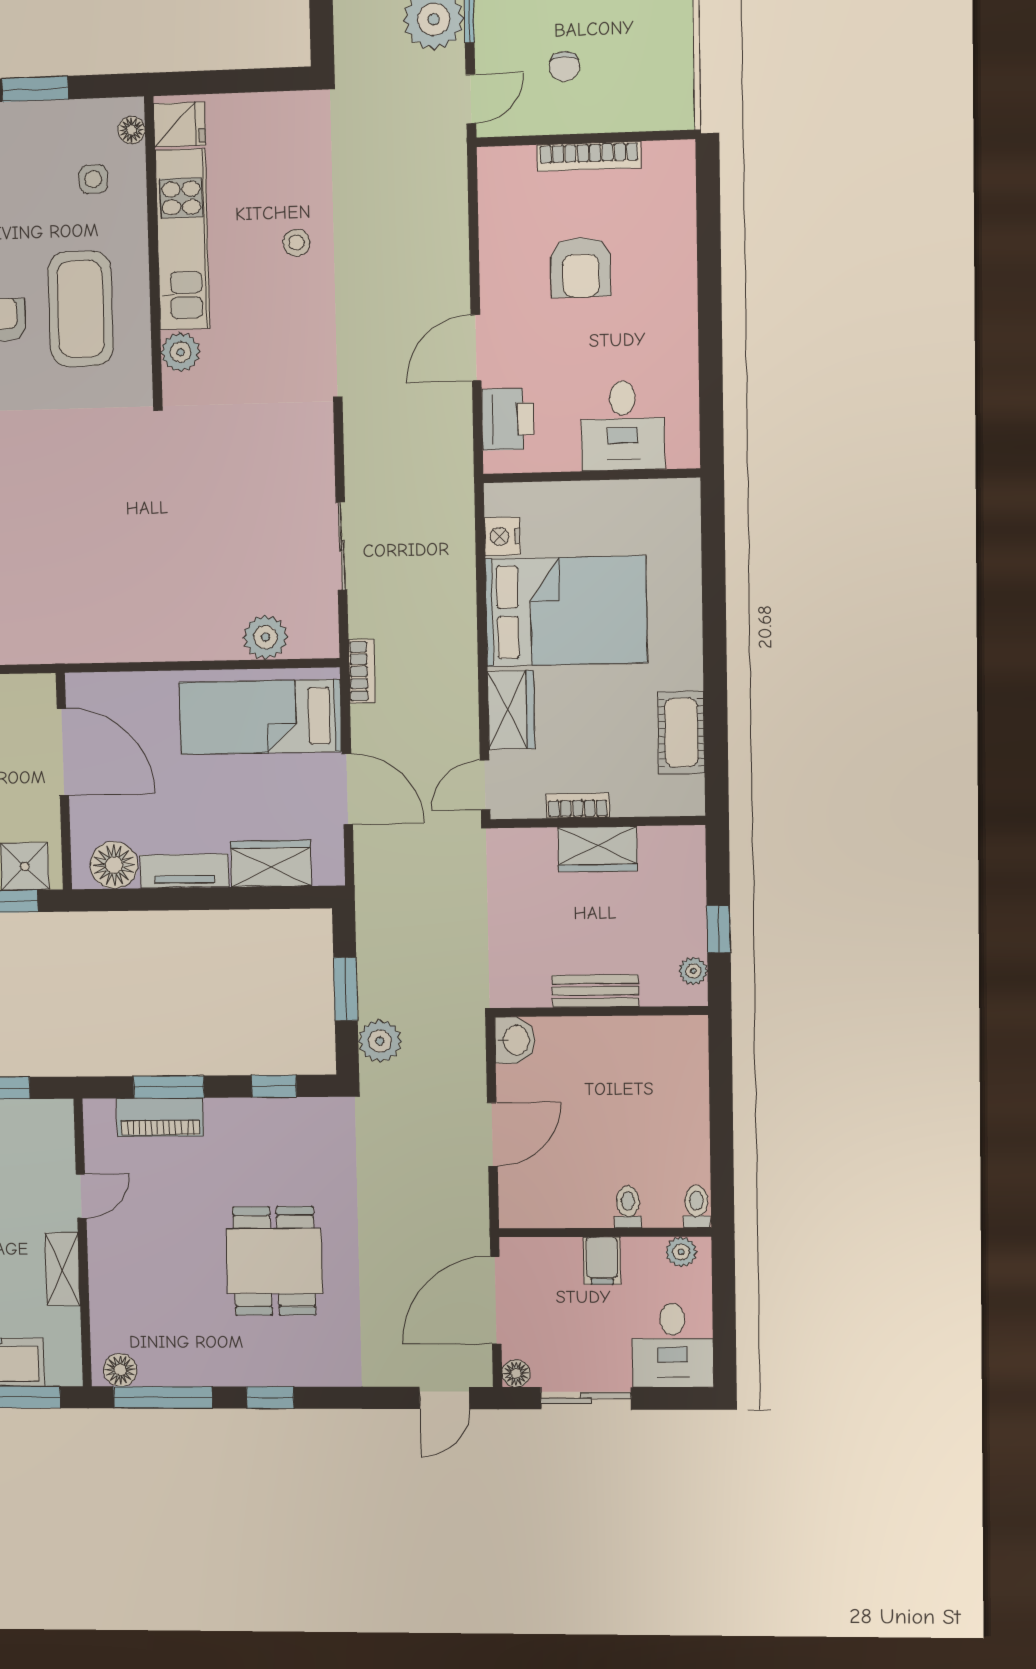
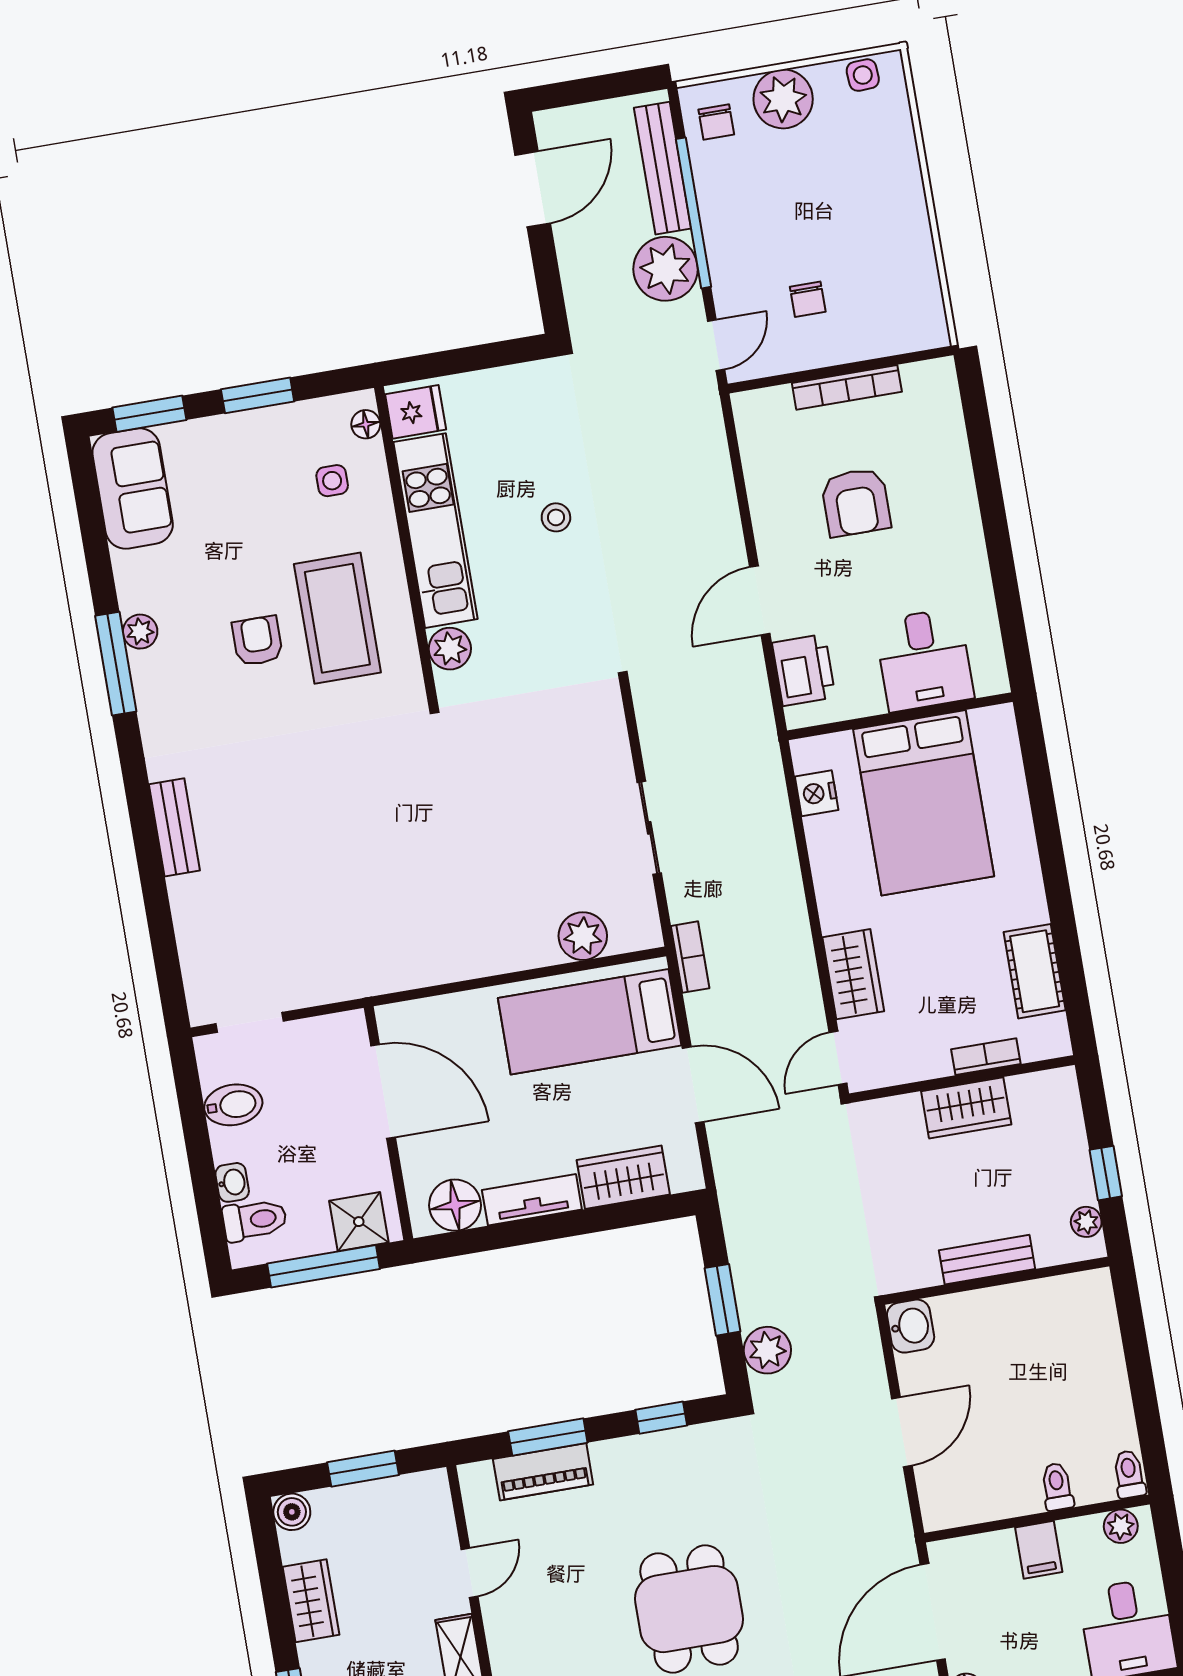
bed: (566, 611) -> (924, 803), moved, turned 90
bookcase: (578, 805) -> (986, 1057), moved

